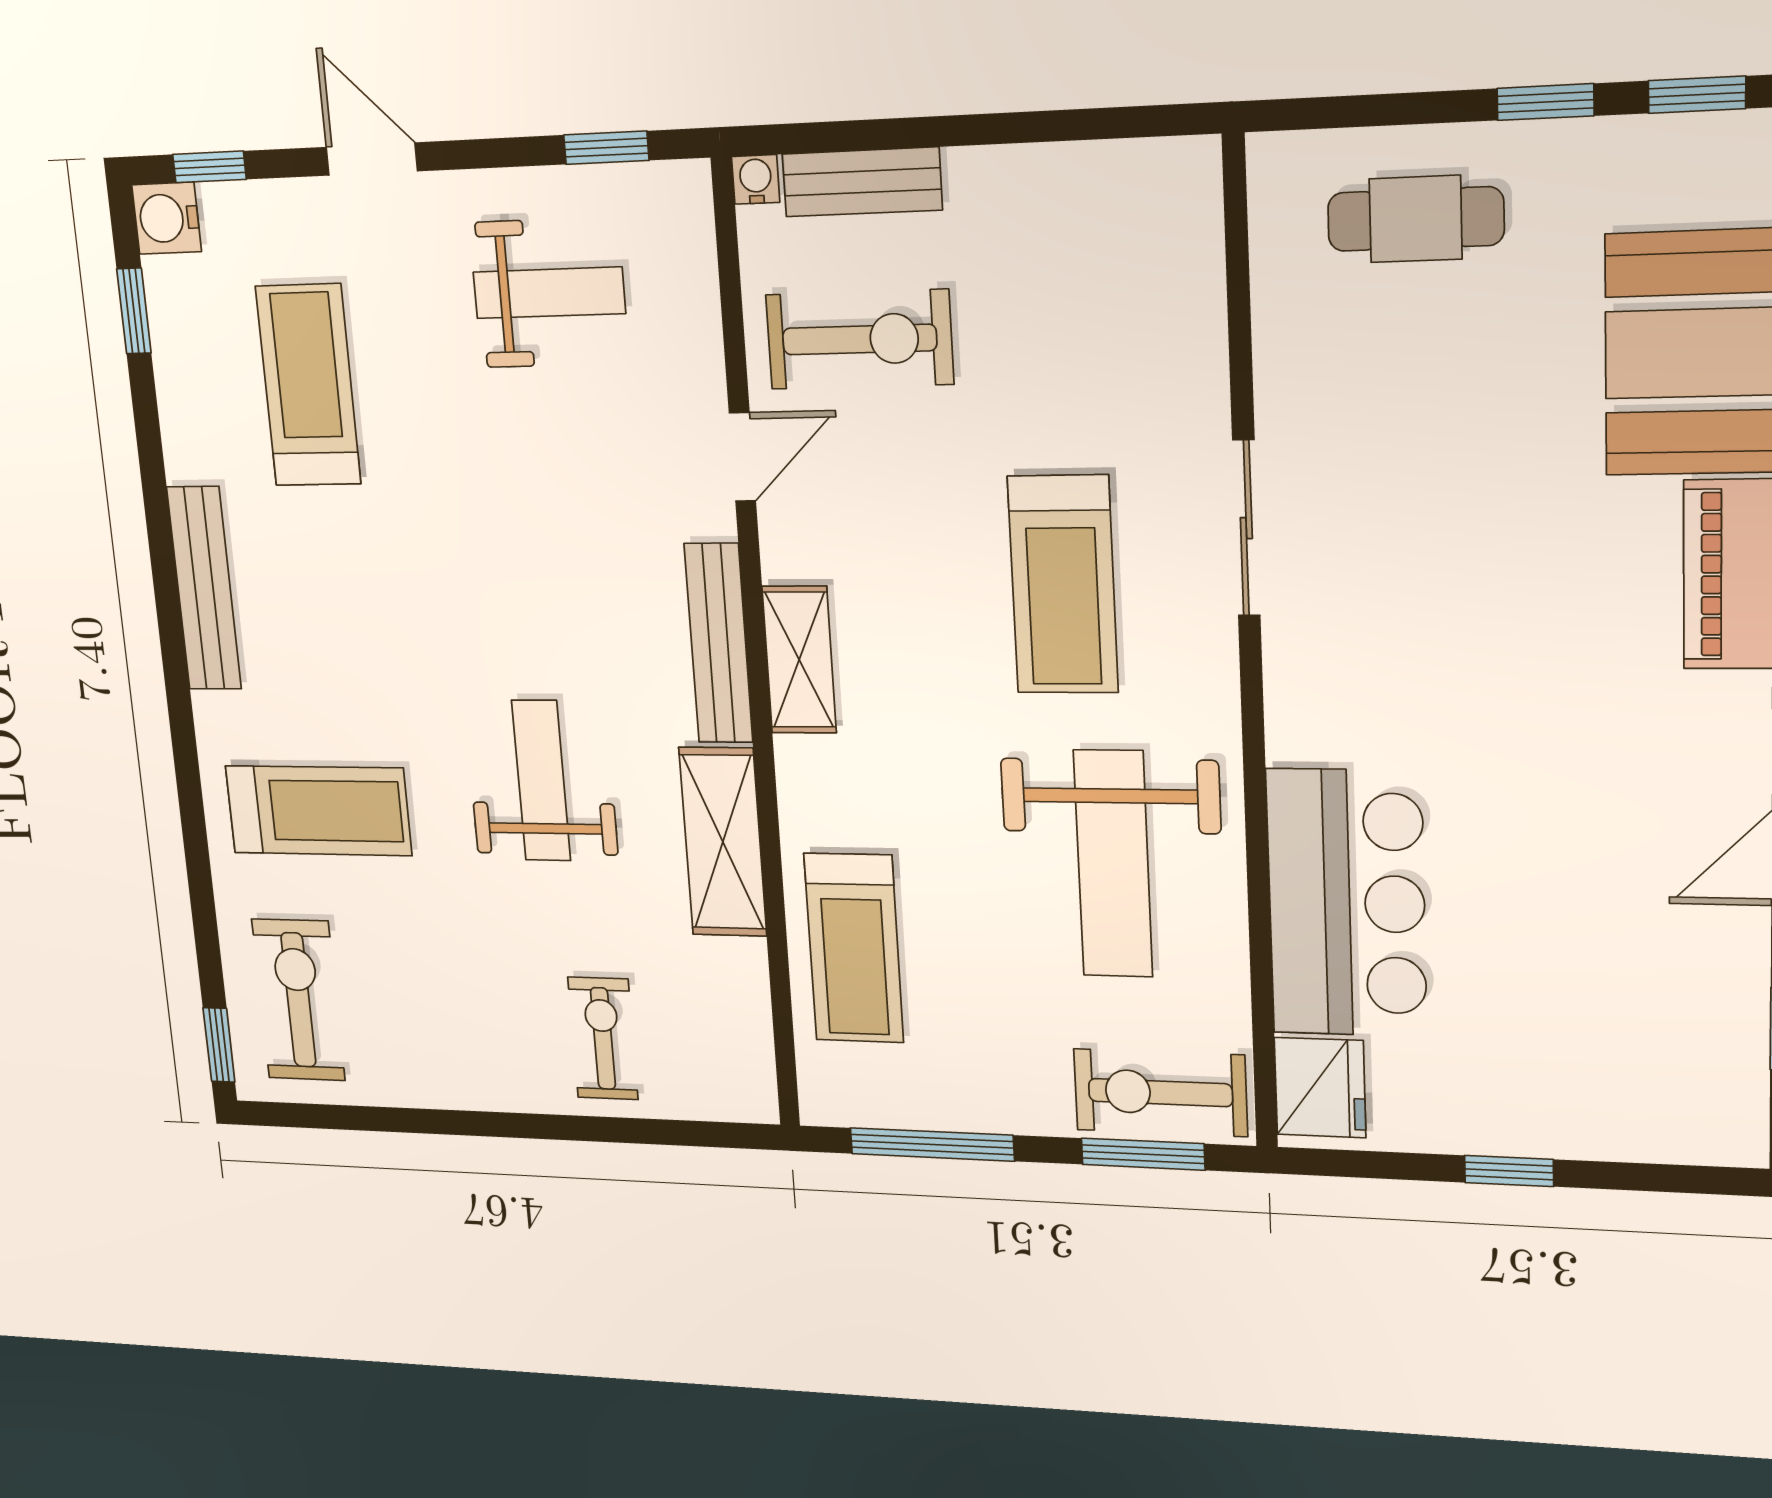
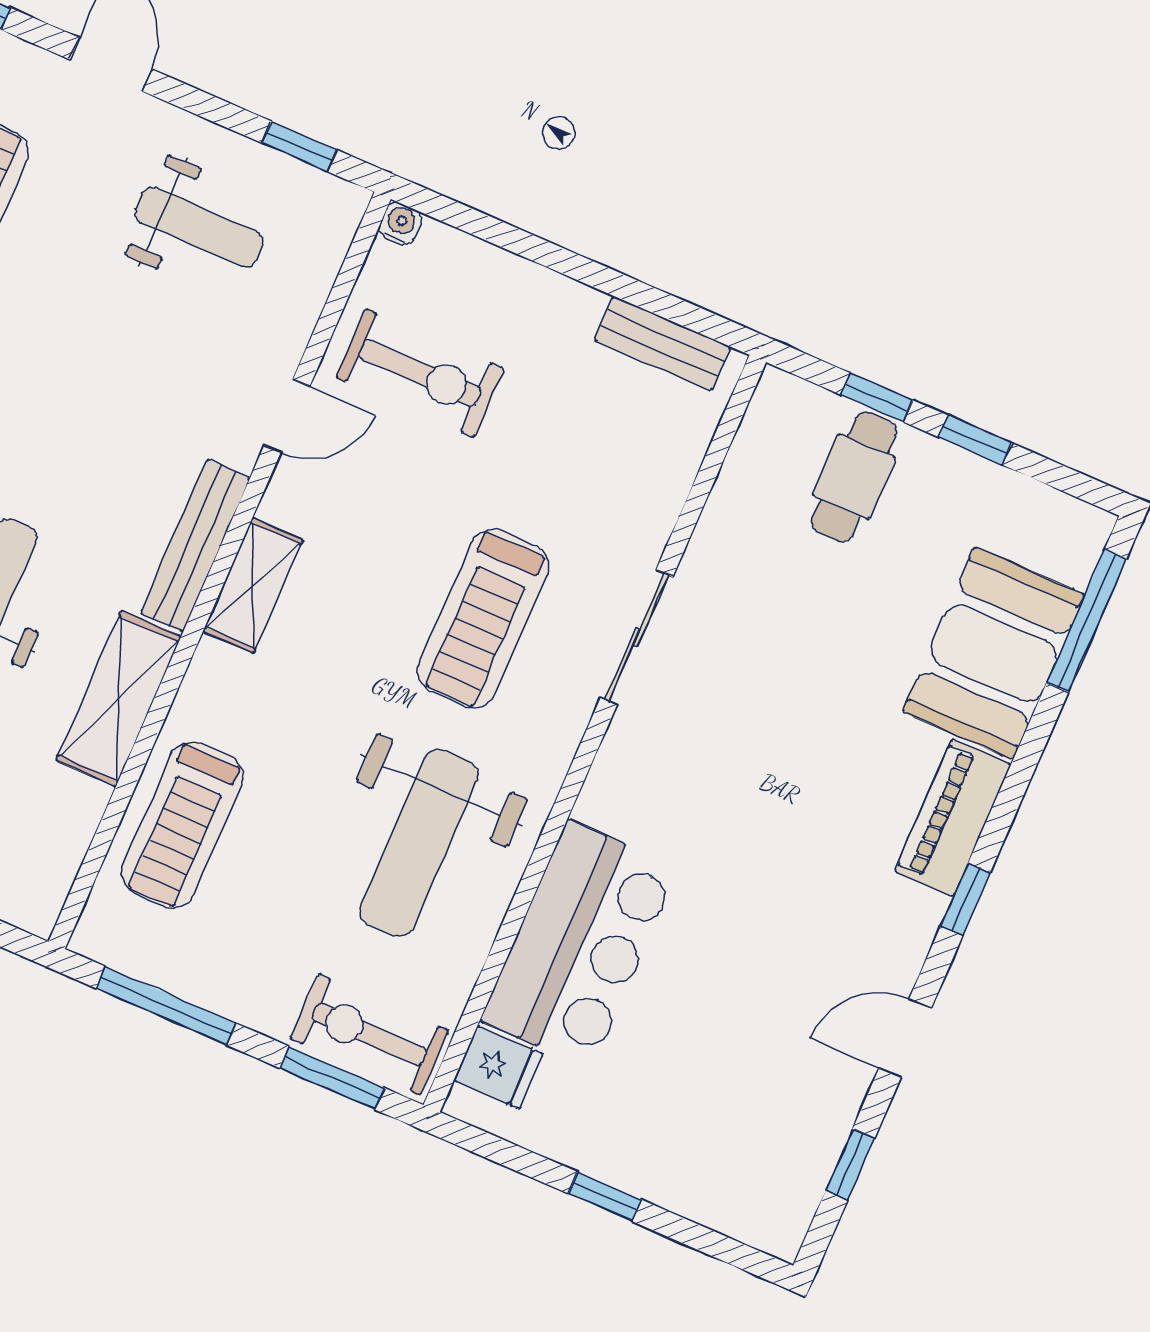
window: (1697, 95) -> (877, 397), moved
bench: (862, 182) -> (662, 344), moved
cafe table: (1416, 219) -> (854, 477), turned 90
fridge: (1320, 1088) -> (498, 1067), width x0.72

